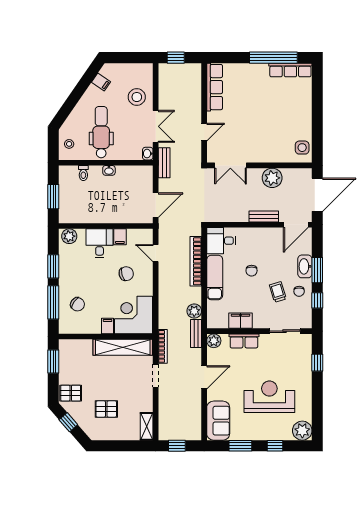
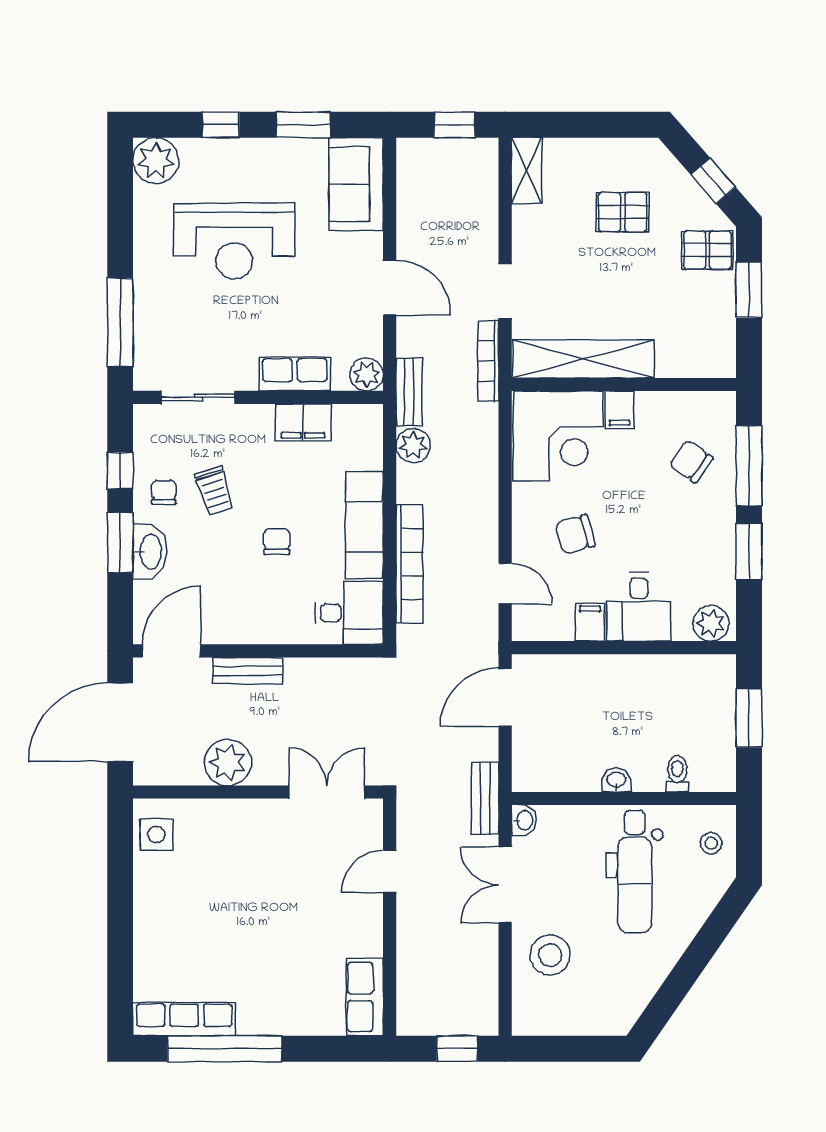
filing cabinet: (101, 82) -> (635, 991), removed
row of seats: (215, 87) -> (365, 997), width x0.68
window: (53, 361) -> (749, 290), moved
window: (317, 363) -> (120, 322), width x2.17
door: (204, 377) -> (390, 288), swing flipped

